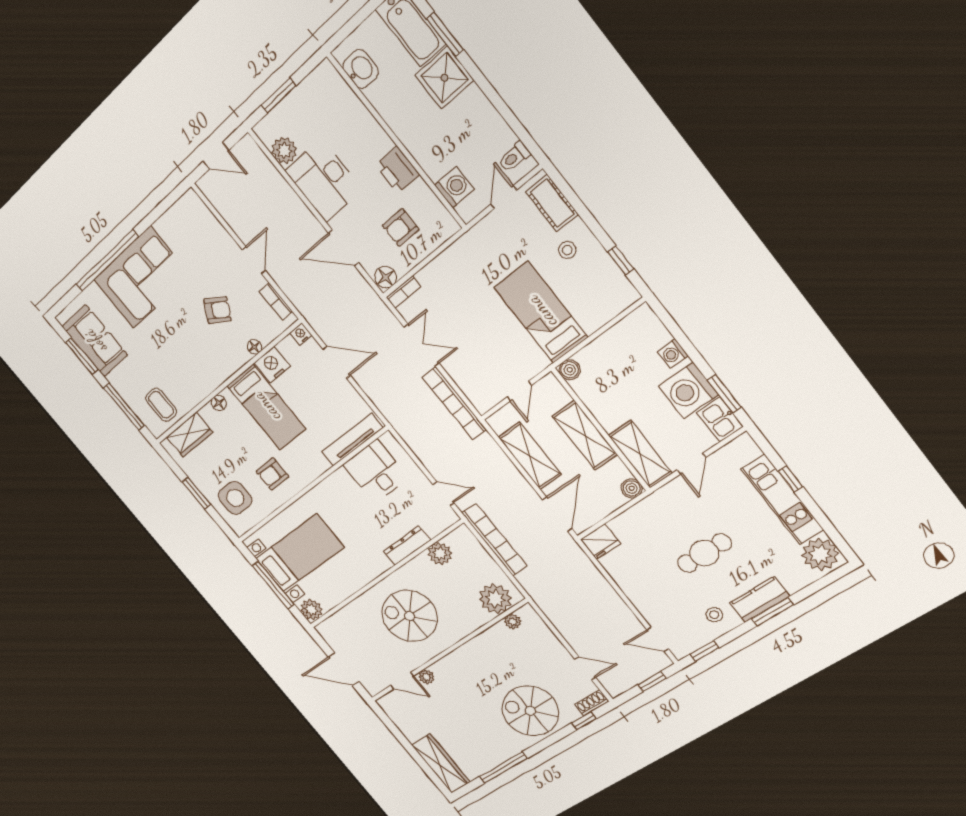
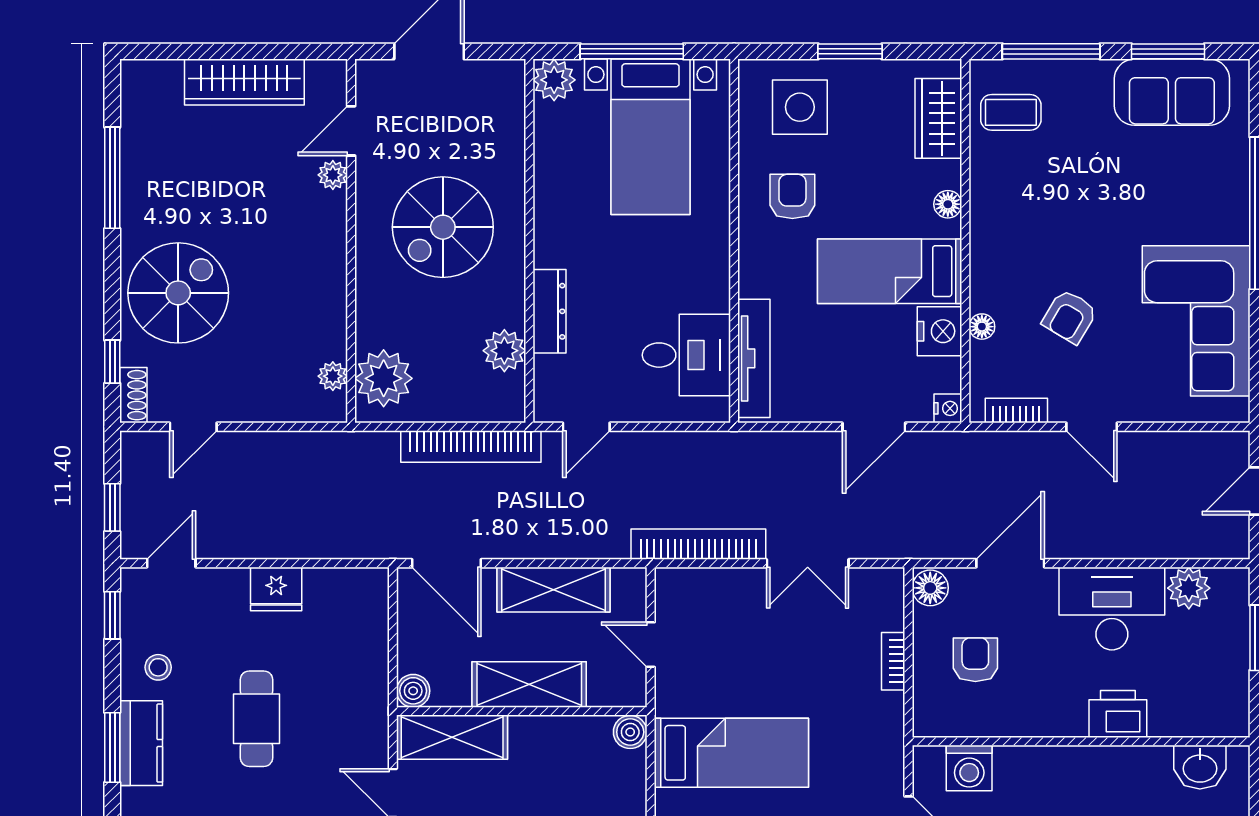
printer: (397, 170) -> (1118, 714), moved
corner sofa: (142, 278) -> (1196, 321), moved
bookcase: (404, 292) -> (893, 661), moved
fridge: (601, 542) -> (276, 589), moved, turned -90
spiral stairs: (410, 616) -> (443, 227), turned 180
wardrobe: (441, 763) -> (244, 82), moved

